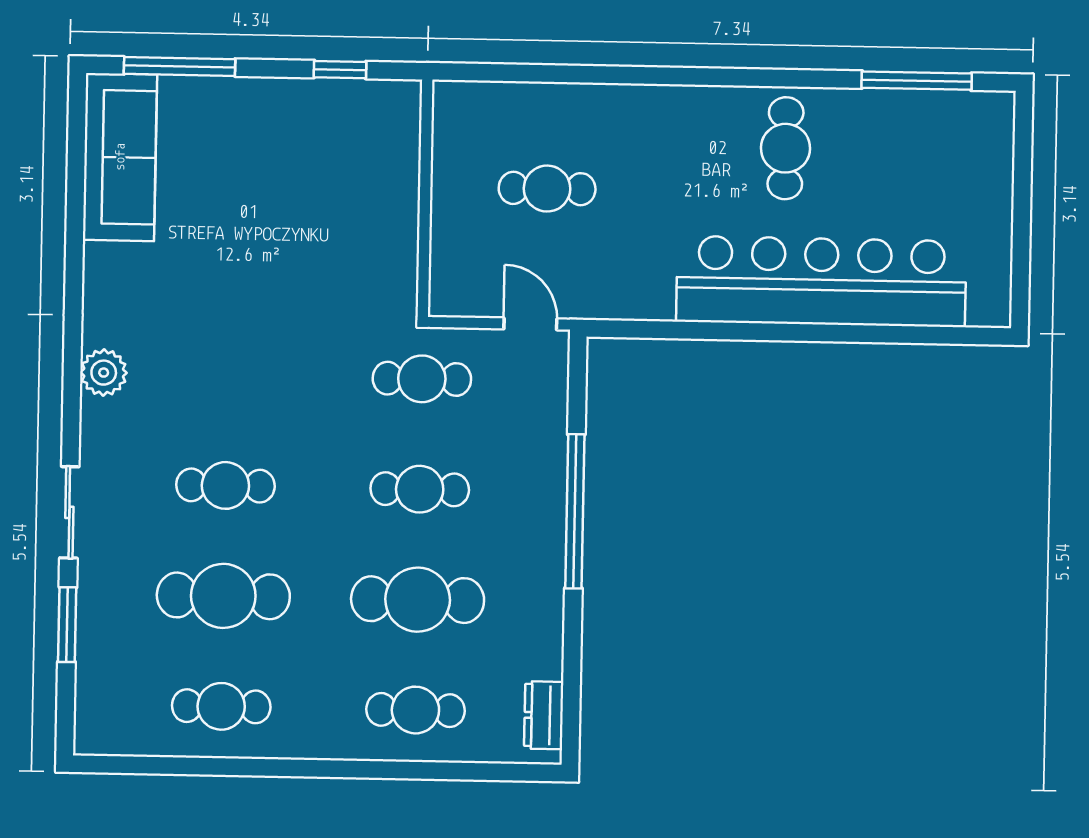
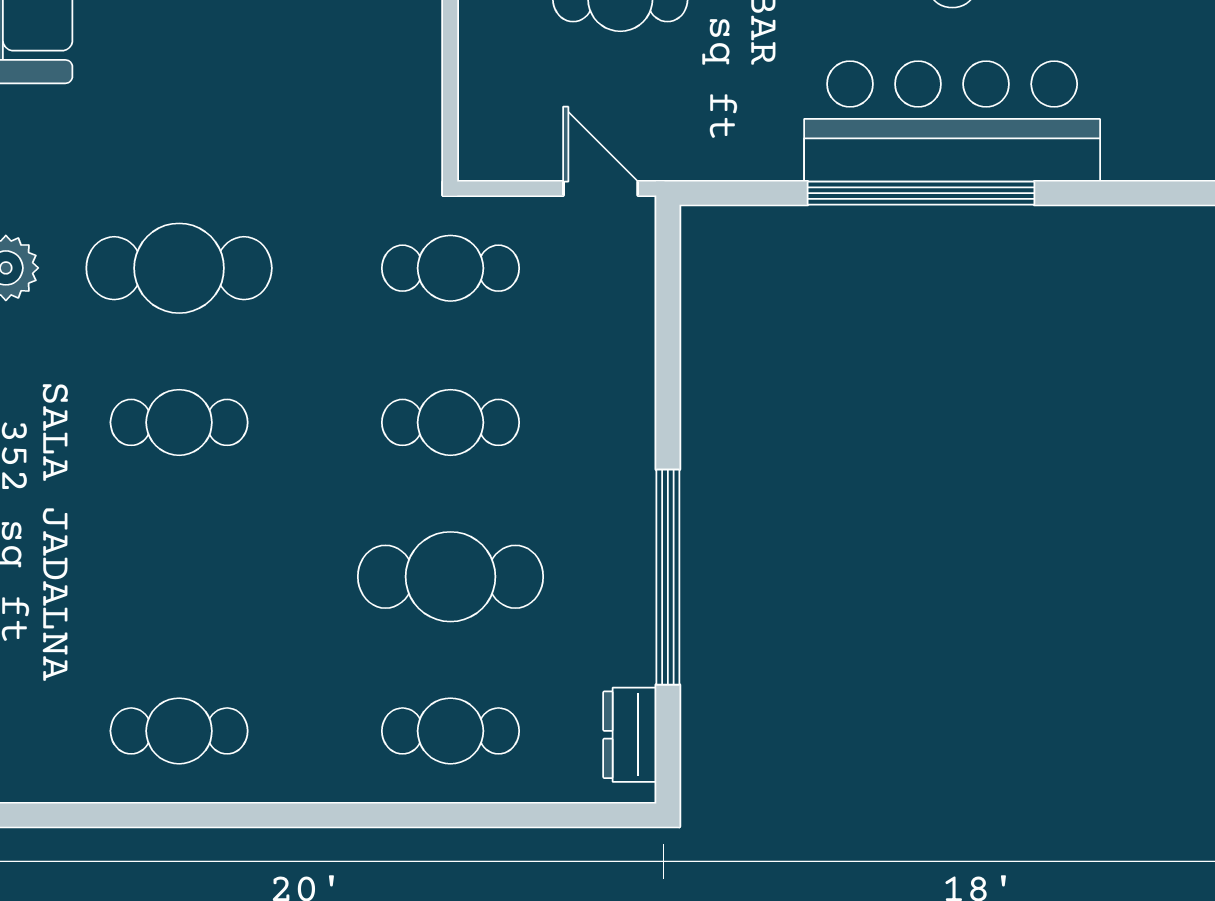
bar counter: (821, 281) -> (952, 121), width x0.73
window: (760, 332) -> (921, 193), added
window: (575, 511) -> (668, 577), moved
cafe table: (223, 596) -> (179, 268), moved

